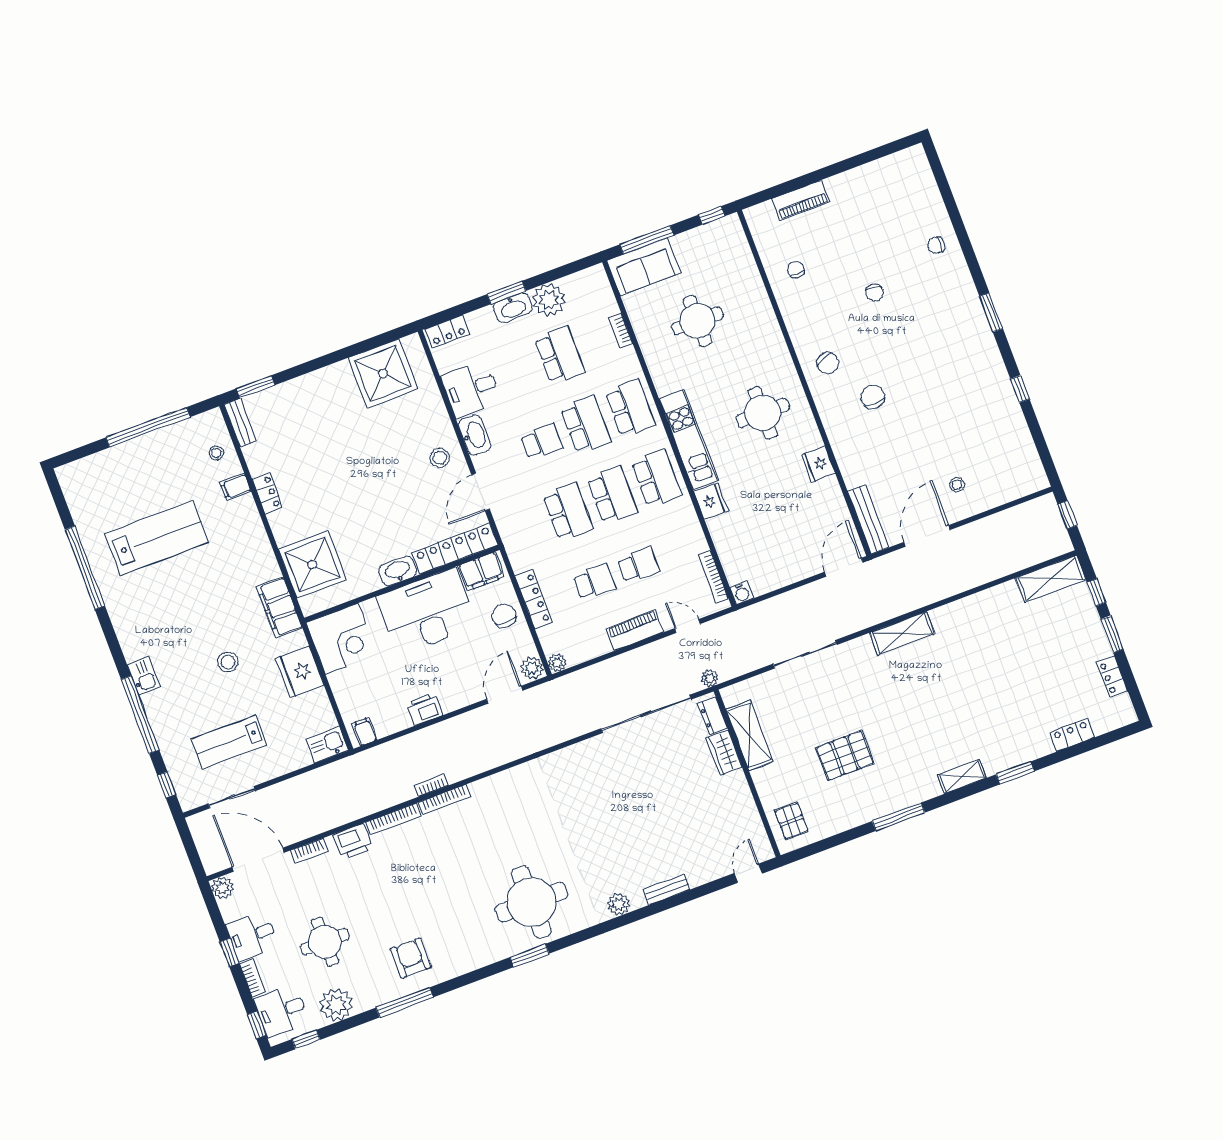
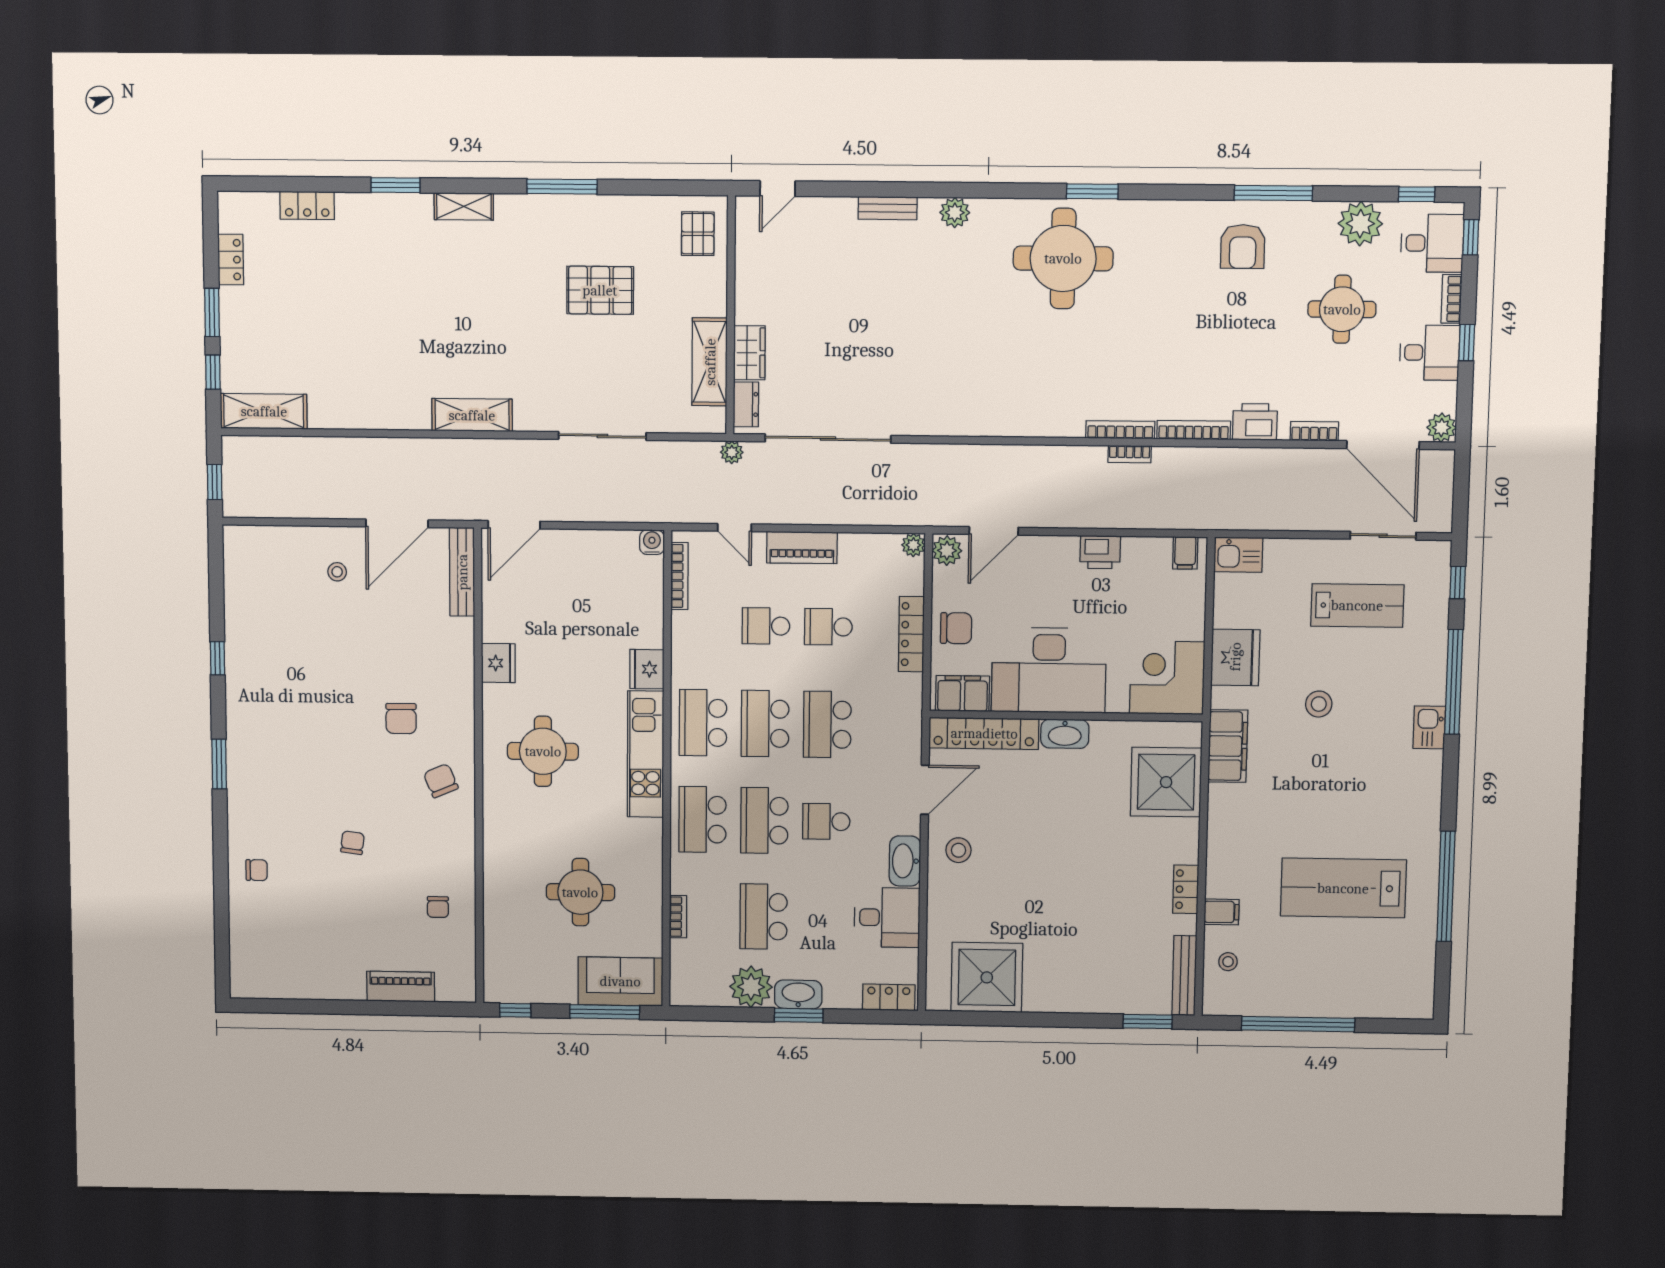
bench: (240, 423) -> (1184, 976), width x1.36
chair: (504, 616) -> (956, 628), turned -90

